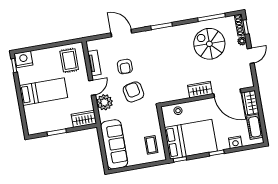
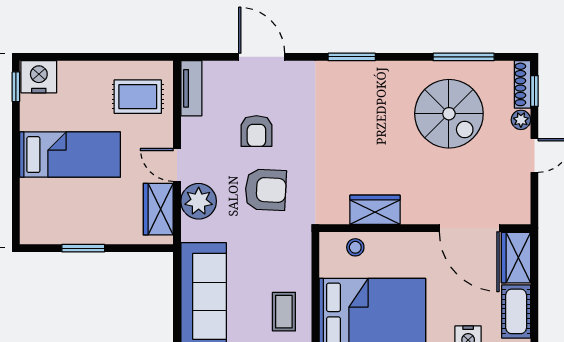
spiral stairs: (209, 44) -> (449, 114), turned 180
rug: (69, 60) -> (138, 97), turned 90
tv unit: (94, 63) -> (191, 88), moved
door: (92, 88) -> (177, 165), swing flipped
wardrobe: (200, 90) -> (375, 210), moved
armchair: (133, 92) -> (266, 190), turned 105
wardrobe: (84, 119) -> (158, 209), moved, turned -90

